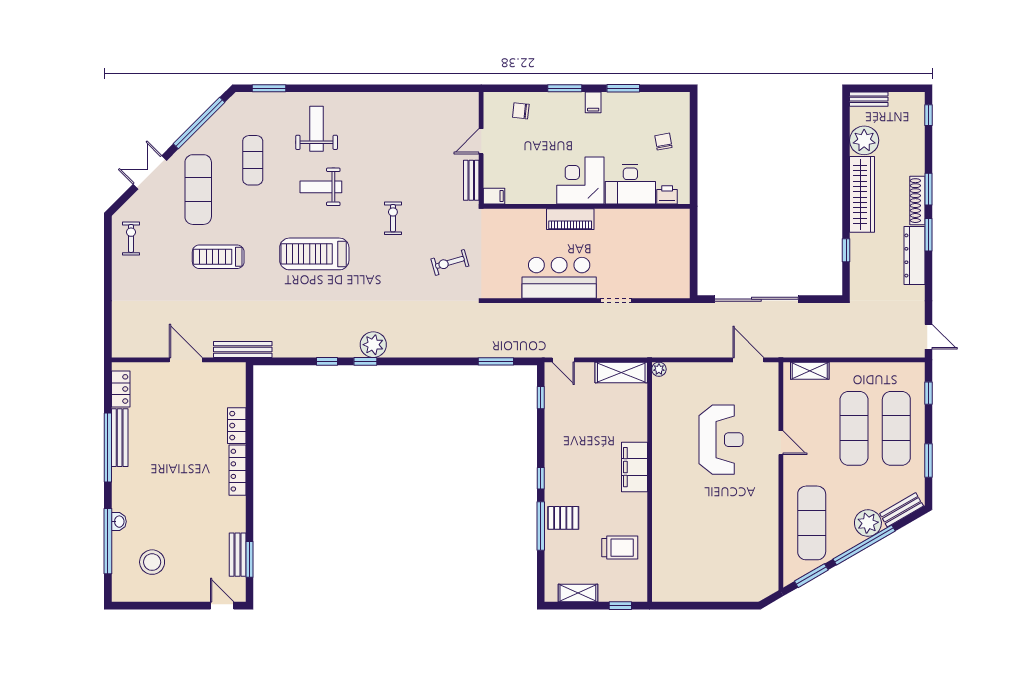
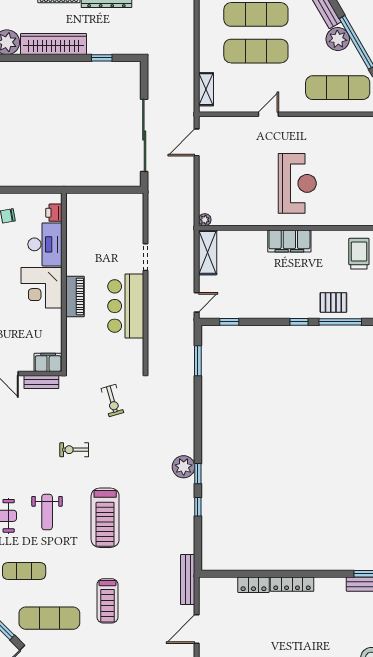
filing cabinet: (494, 196) -> (48, 362), width x2.00
reception desk: (721, 440) -> (297, 183), moved, turned 90
pallet: (563, 518) -> (333, 302), turned 90

